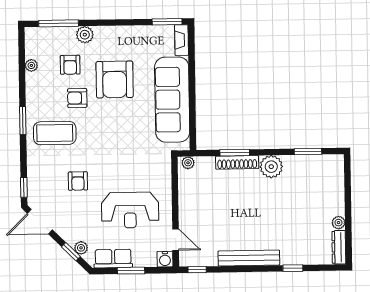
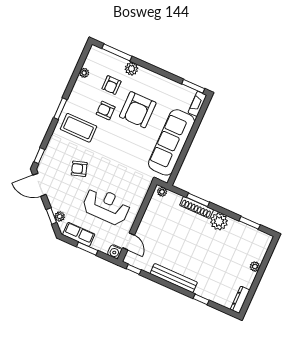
armchair: (78, 181) -> (79, 169), turned 73
reception desk: (130, 210) -> (106, 206), turned 180
plant: (339, 223) -> (255, 267), moved

